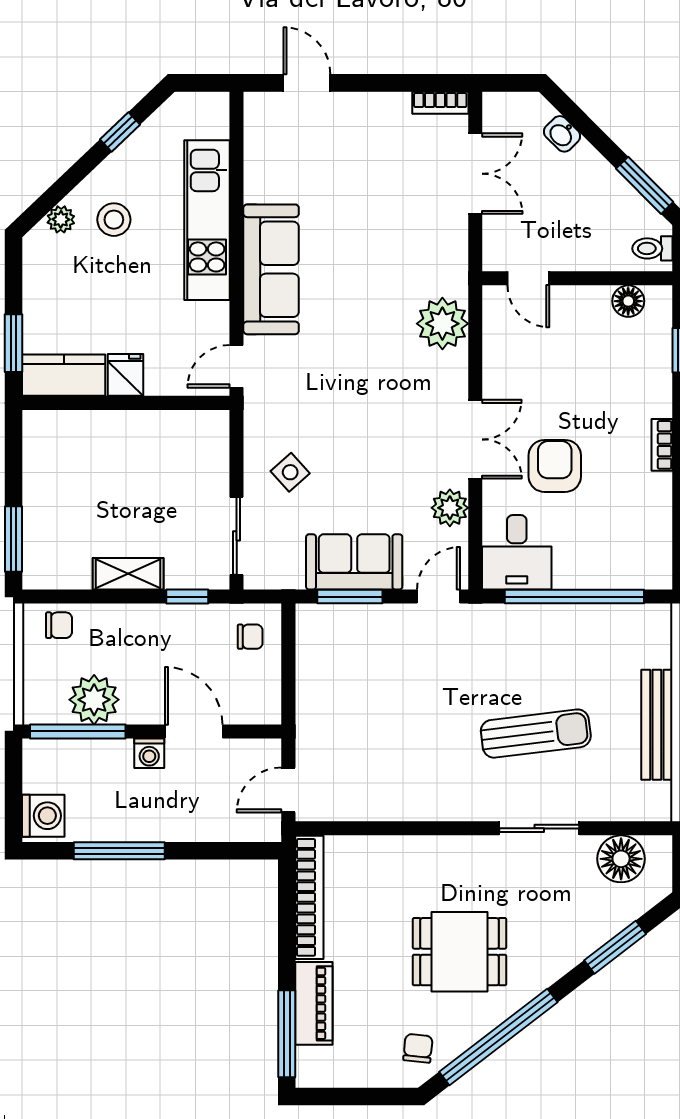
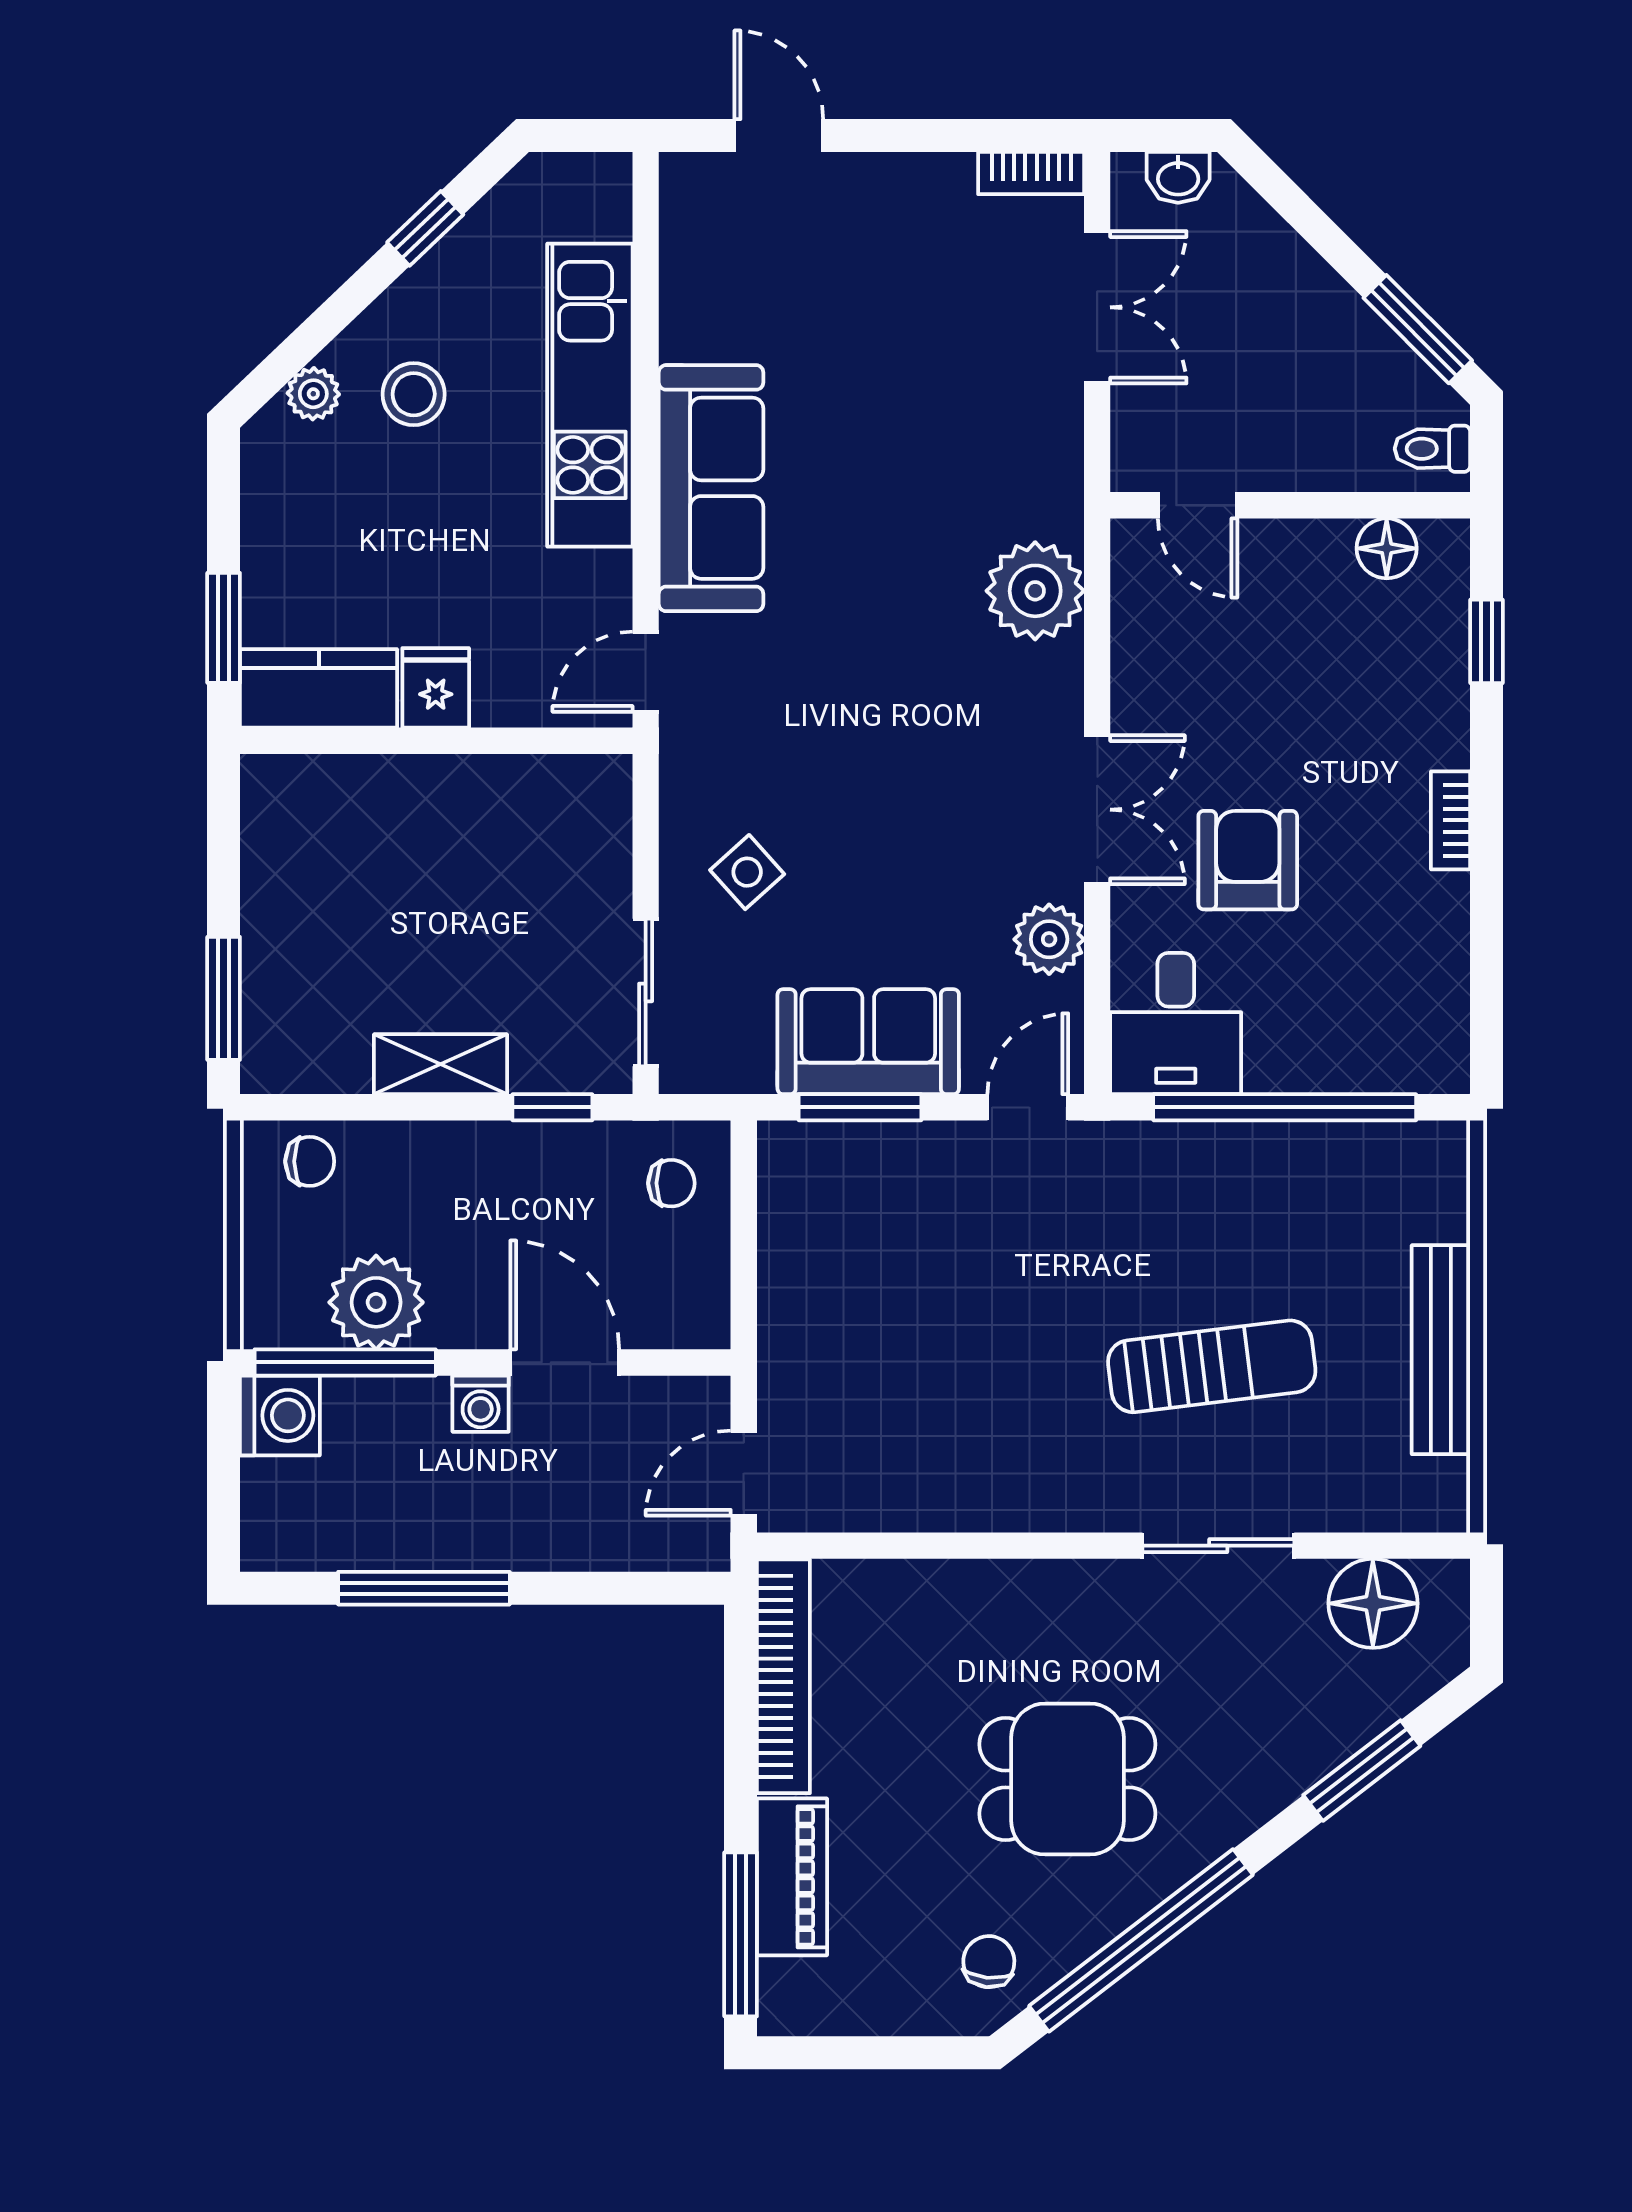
washbasin: (562, 134) -> (1178, 177), moved, turned -45
washing machine: (43, 816) -> (280, 1415), moved

